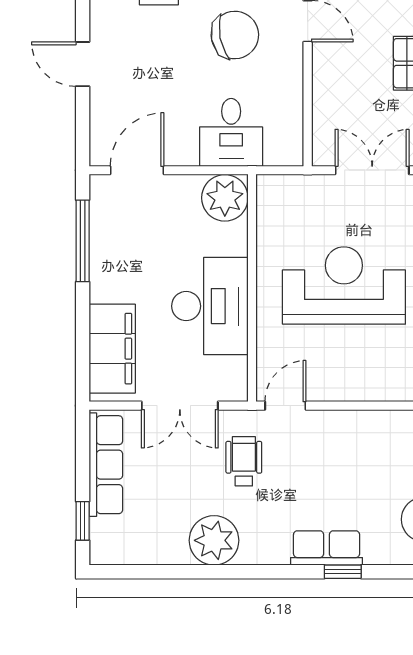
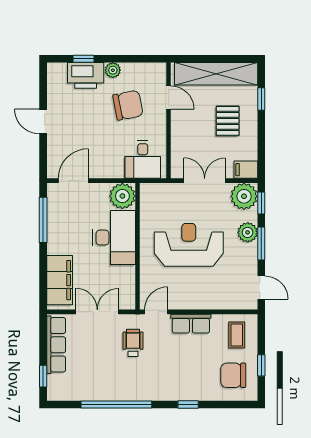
desk: (231, 132) -> (143, 159), moved
desk: (210, 306) -> (114, 238), moved
double door: (180, 406) -> (97, 312), swing flipped
plant: (214, 540) -> (116, 387), removed
row of seats: (327, 548) -> (191, 324), moved, turned 180
window: (214, 572) -> (116, 404), added

